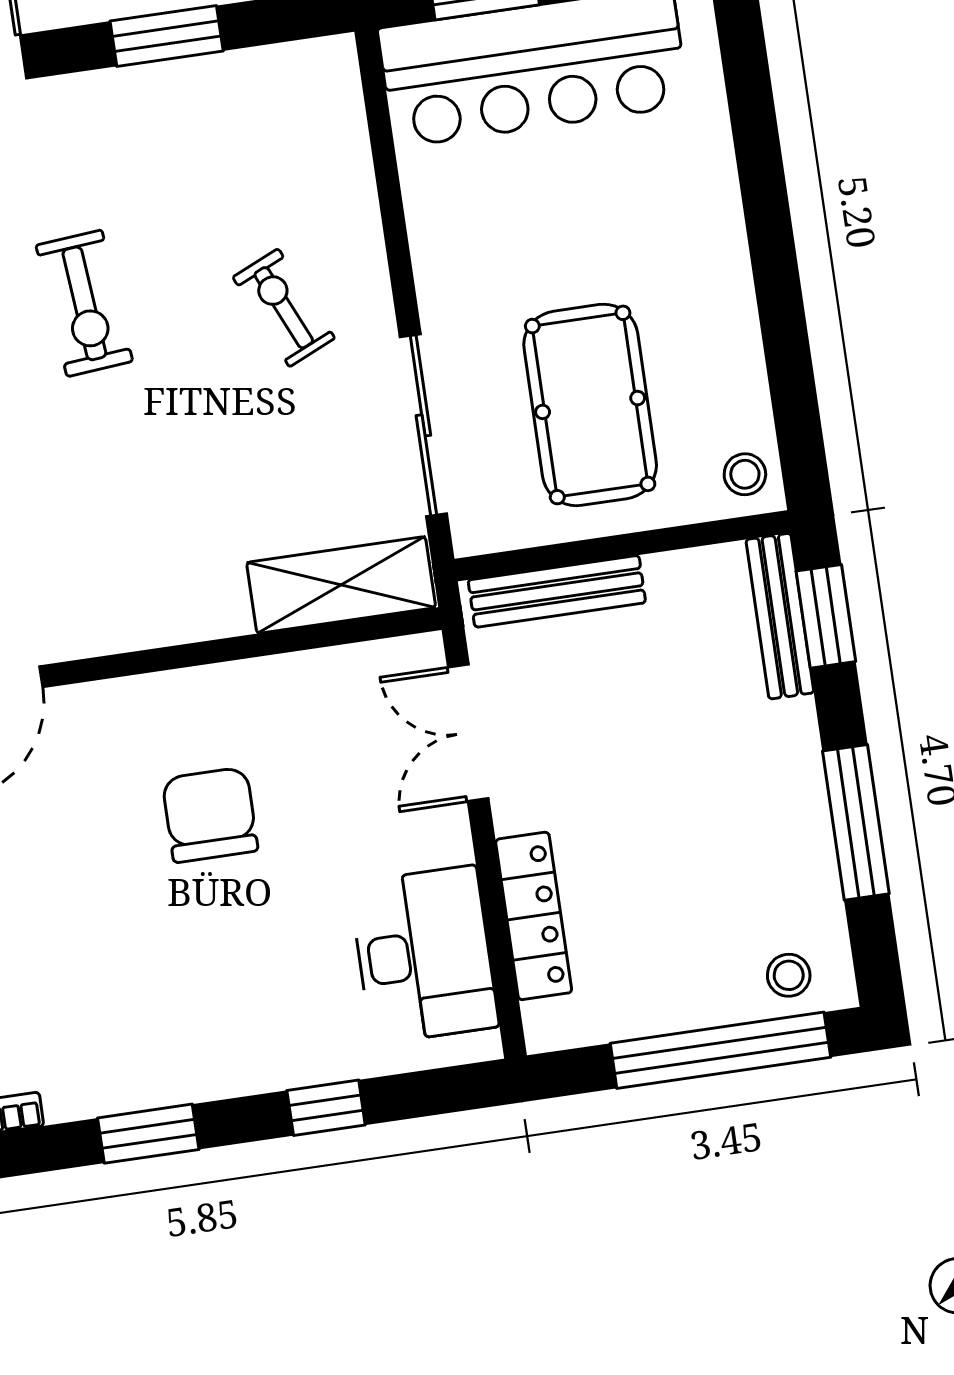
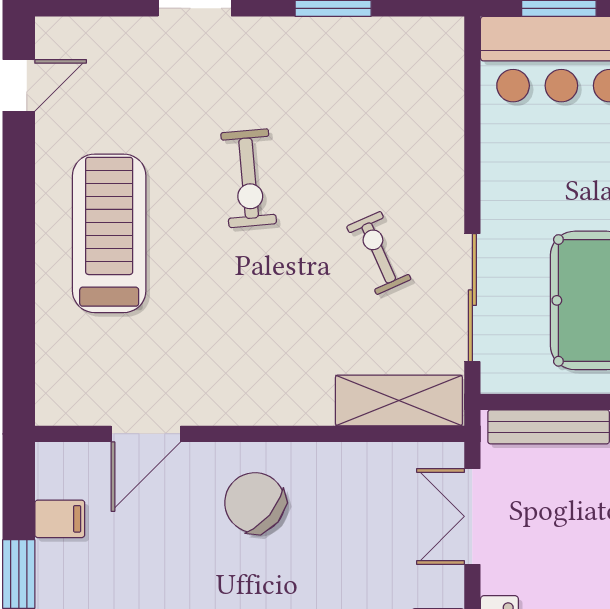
exercise bike: (284, 308) -> (379, 253), moved
chair: (210, 815) -> (255, 503), moved, turned -50

